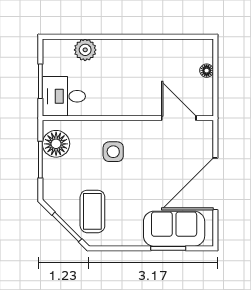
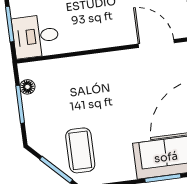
floor lamp: (56, 144) -> (27, 87), width x0.53, depth x0.53
side table: (113, 152) -> (94, 86), removed

